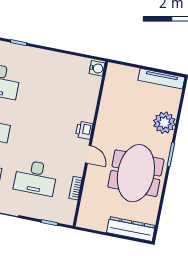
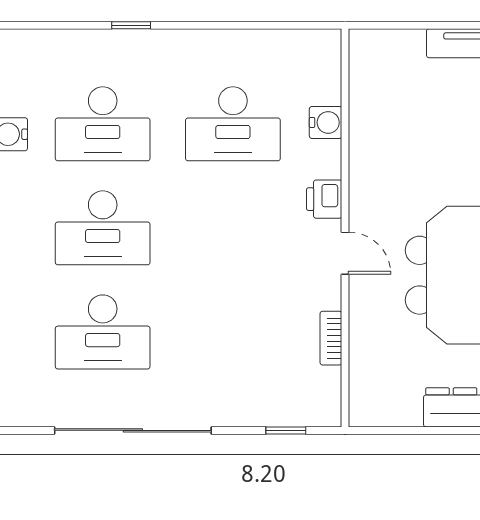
water cooler: (97, 68) -> (326, 122), moved
desk: (36, 178) -> (233, 124), moved

